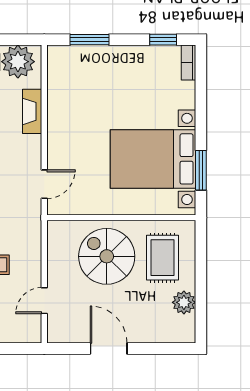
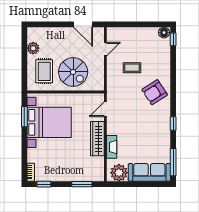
wardrobe: (60, 127) -> (97, 139), added
door: (109, 349) -> (83, 24), moved

